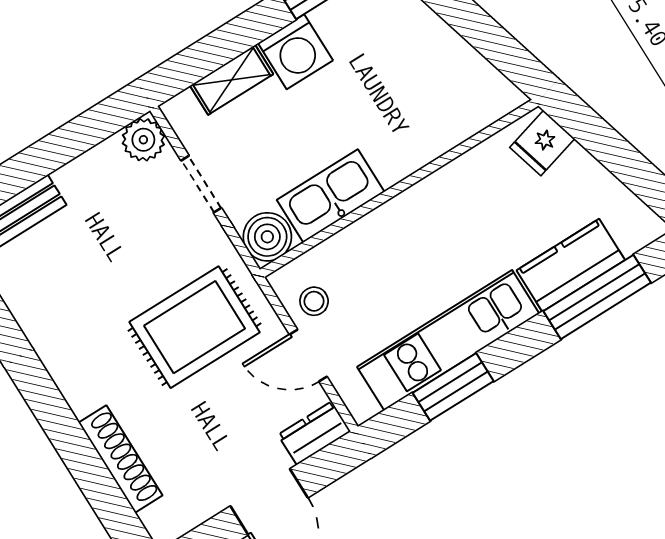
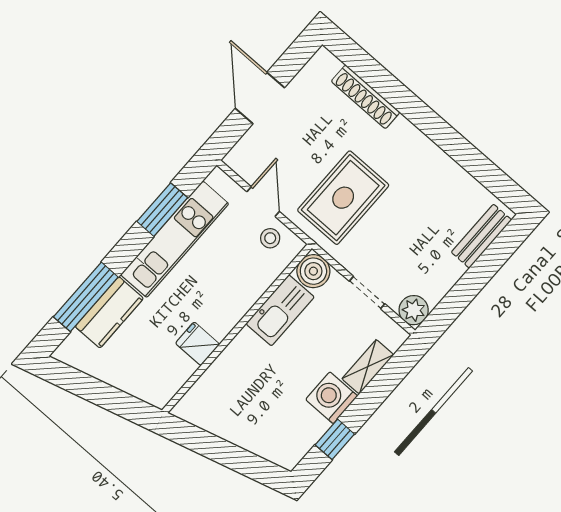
fridge: (542, 143) -> (198, 344), moved, turned -74
door: (308, 355) -> (263, 202), hinge flipped
dresser: (314, 433) -> (244, 152), removed

